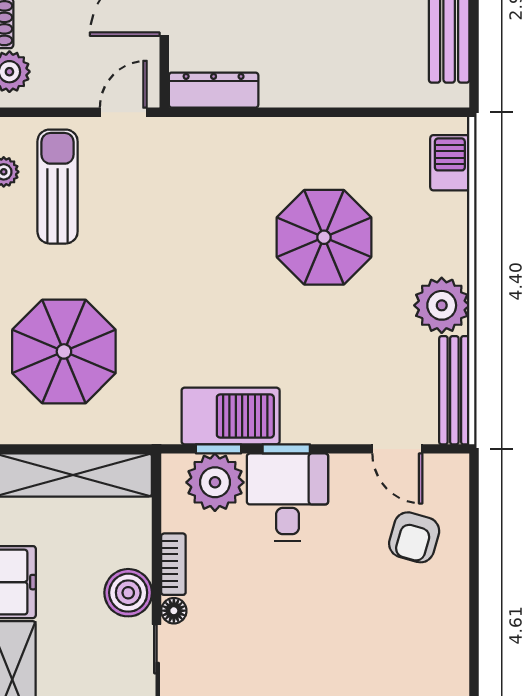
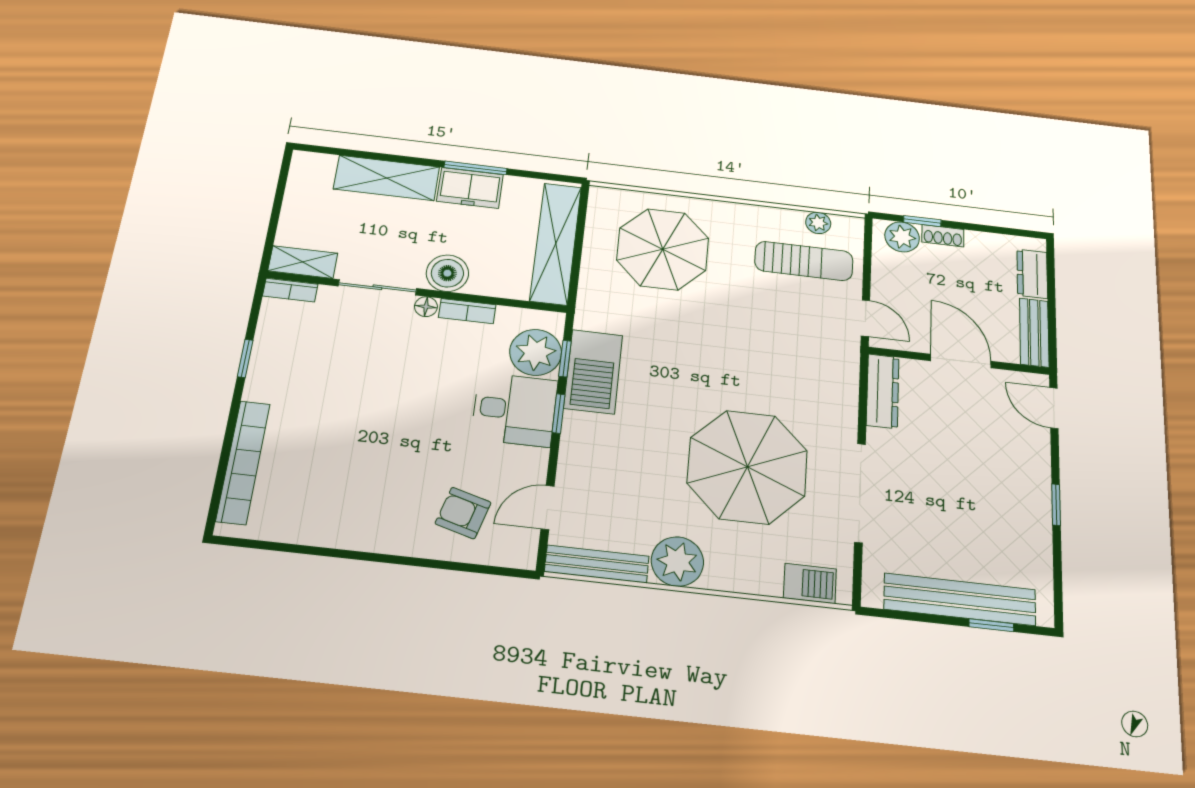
doorway: (340, 112) -> (860, 493), added
parasol: (324, 237) -> (747, 467), width x1.36, depth x1.36

